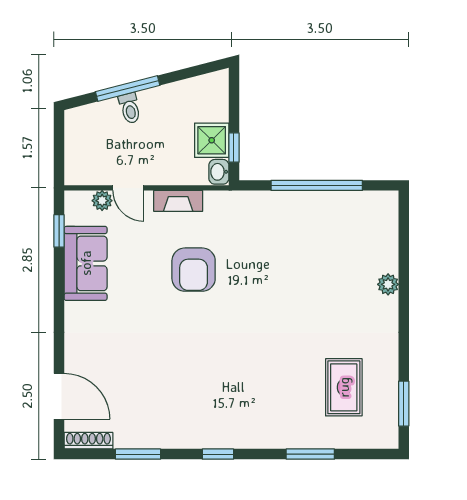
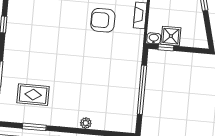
window: (404, 404) -> (34, 127), moved

